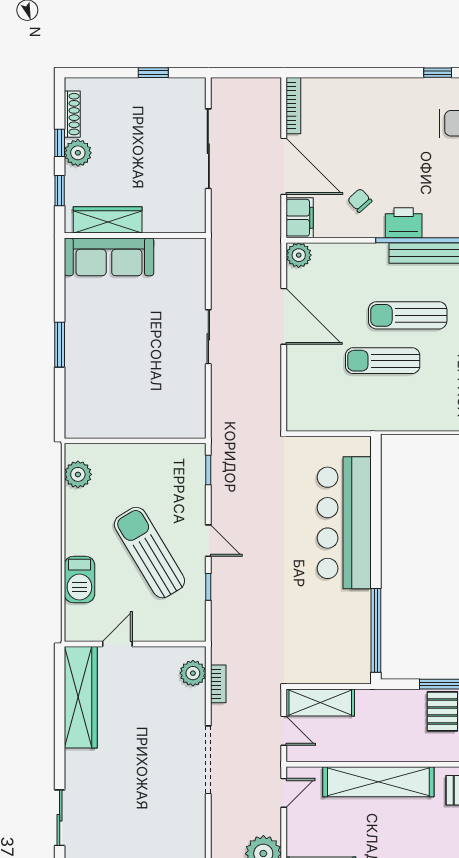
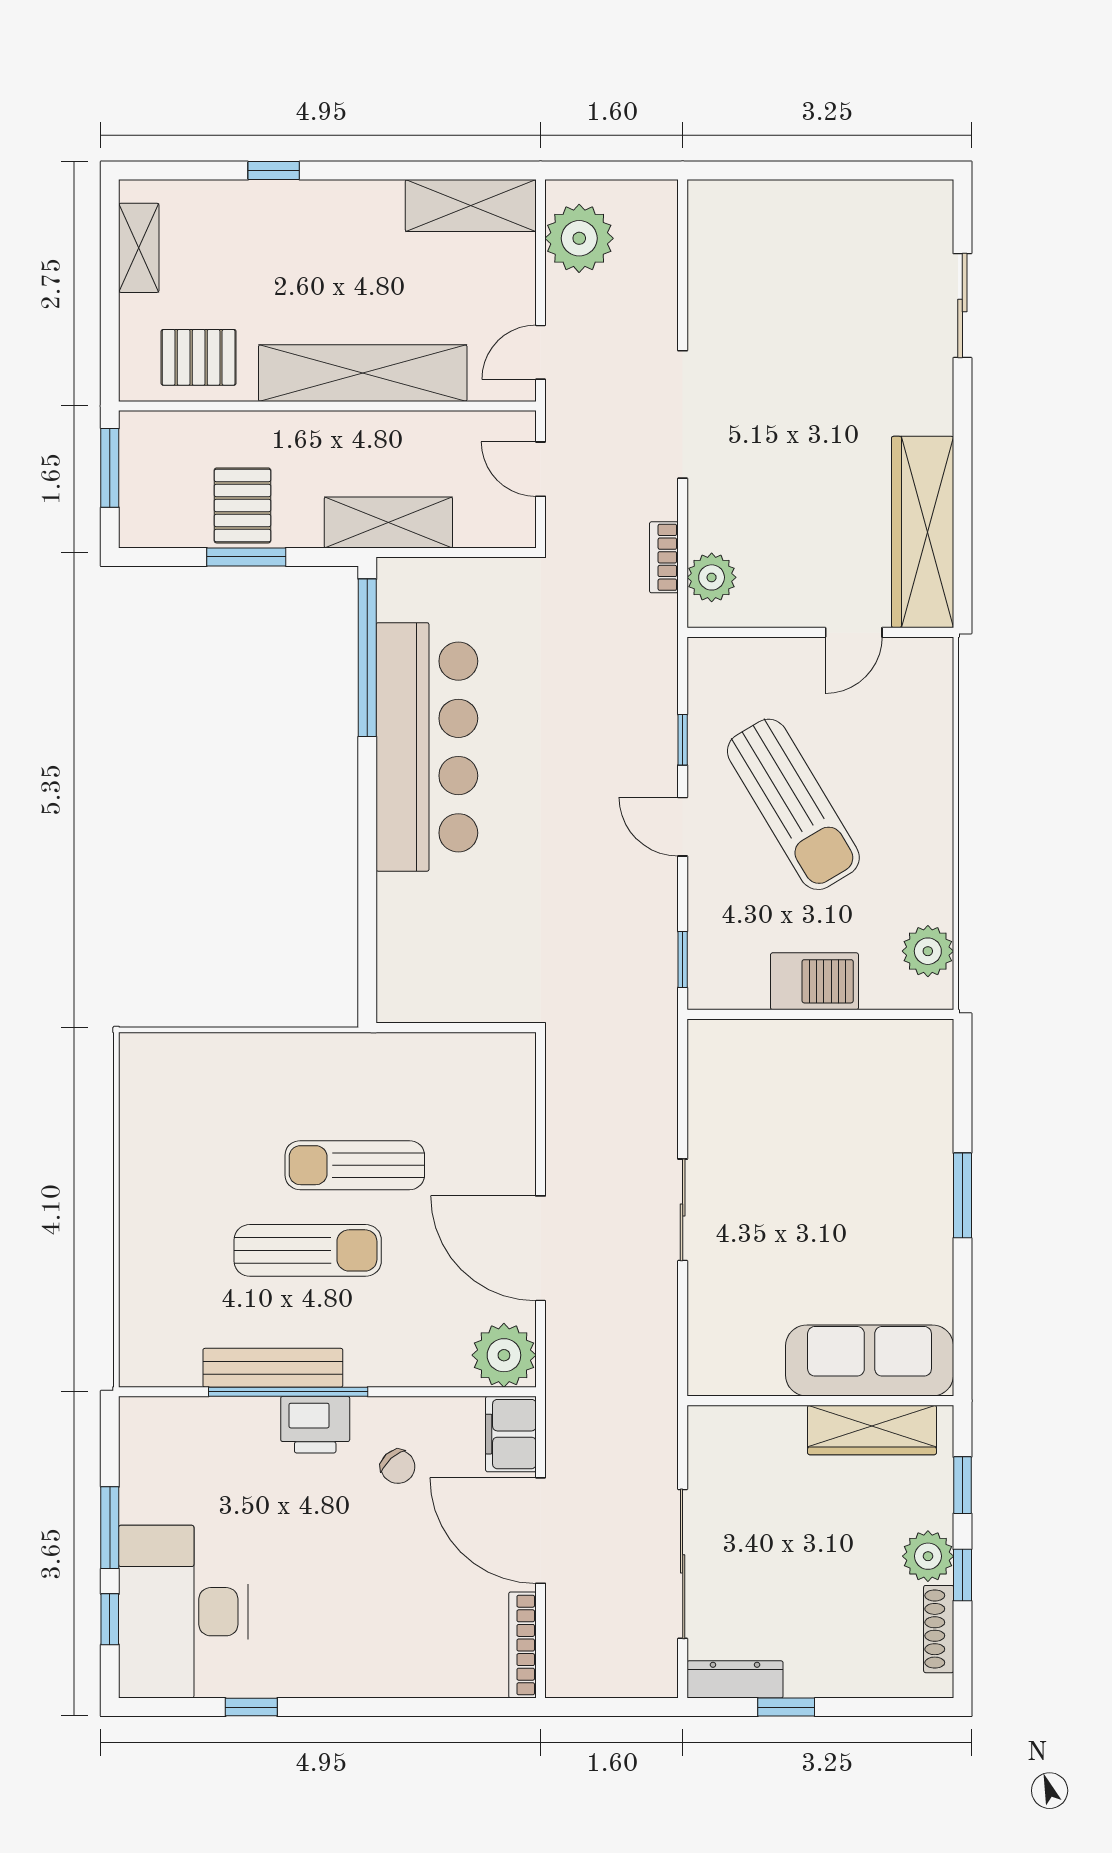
dresser: (180, 87) -> (735, 1679), added
plant: (299, 255) -> (504, 1355), width x1.36, depth x1.36
sun lounger: (383, 361) -> (355, 1165), turned 180
bar counter: (344, 523) -> (427, 747), moved
barbecue: (79, 580) -> (814, 981), moved, turned 90
shelving: (320, 702) -> (388, 522), moved

